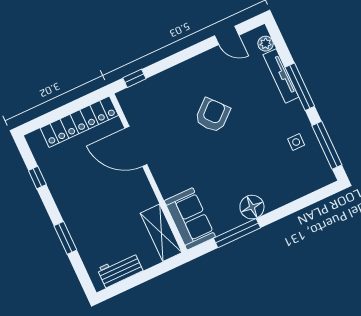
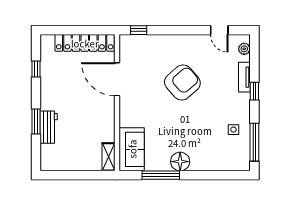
tv unit: (281, 76) -> (244, 77), width x0.71
window: (300, 87) -> (254, 91), width x0.46
armchair: (212, 115) -> (182, 83), width x1.36, depth x1.36
shelving: (161, 233) -> (109, 157), width x0.67, depth x0.75
workbench: (120, 270) -> (49, 127), moved, turned 90

